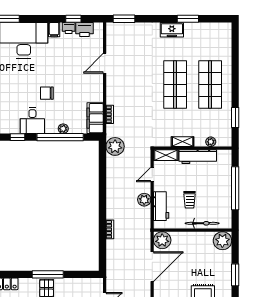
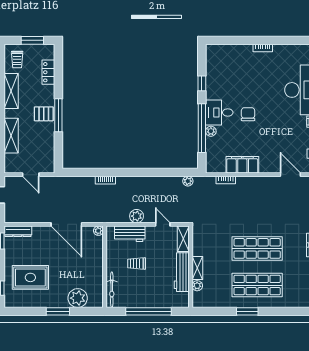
door: (105, 63) -> (290, 175), moved
window: (235, 117) -> (247, 311), moved
filing cabinet: (95, 118) -> (242, 165), moved
desk: (32, 121) -> (219, 113), moved
shelving: (183, 142) -> (197, 268), moved
plant: (115, 146) -> (188, 181), width x0.53, depth x0.53
bicycle: (202, 223) -> (112, 290), moved
plant: (162, 240) -> (98, 231), width x0.53, depth x0.53
plant: (222, 241) -> (78, 298), moved

